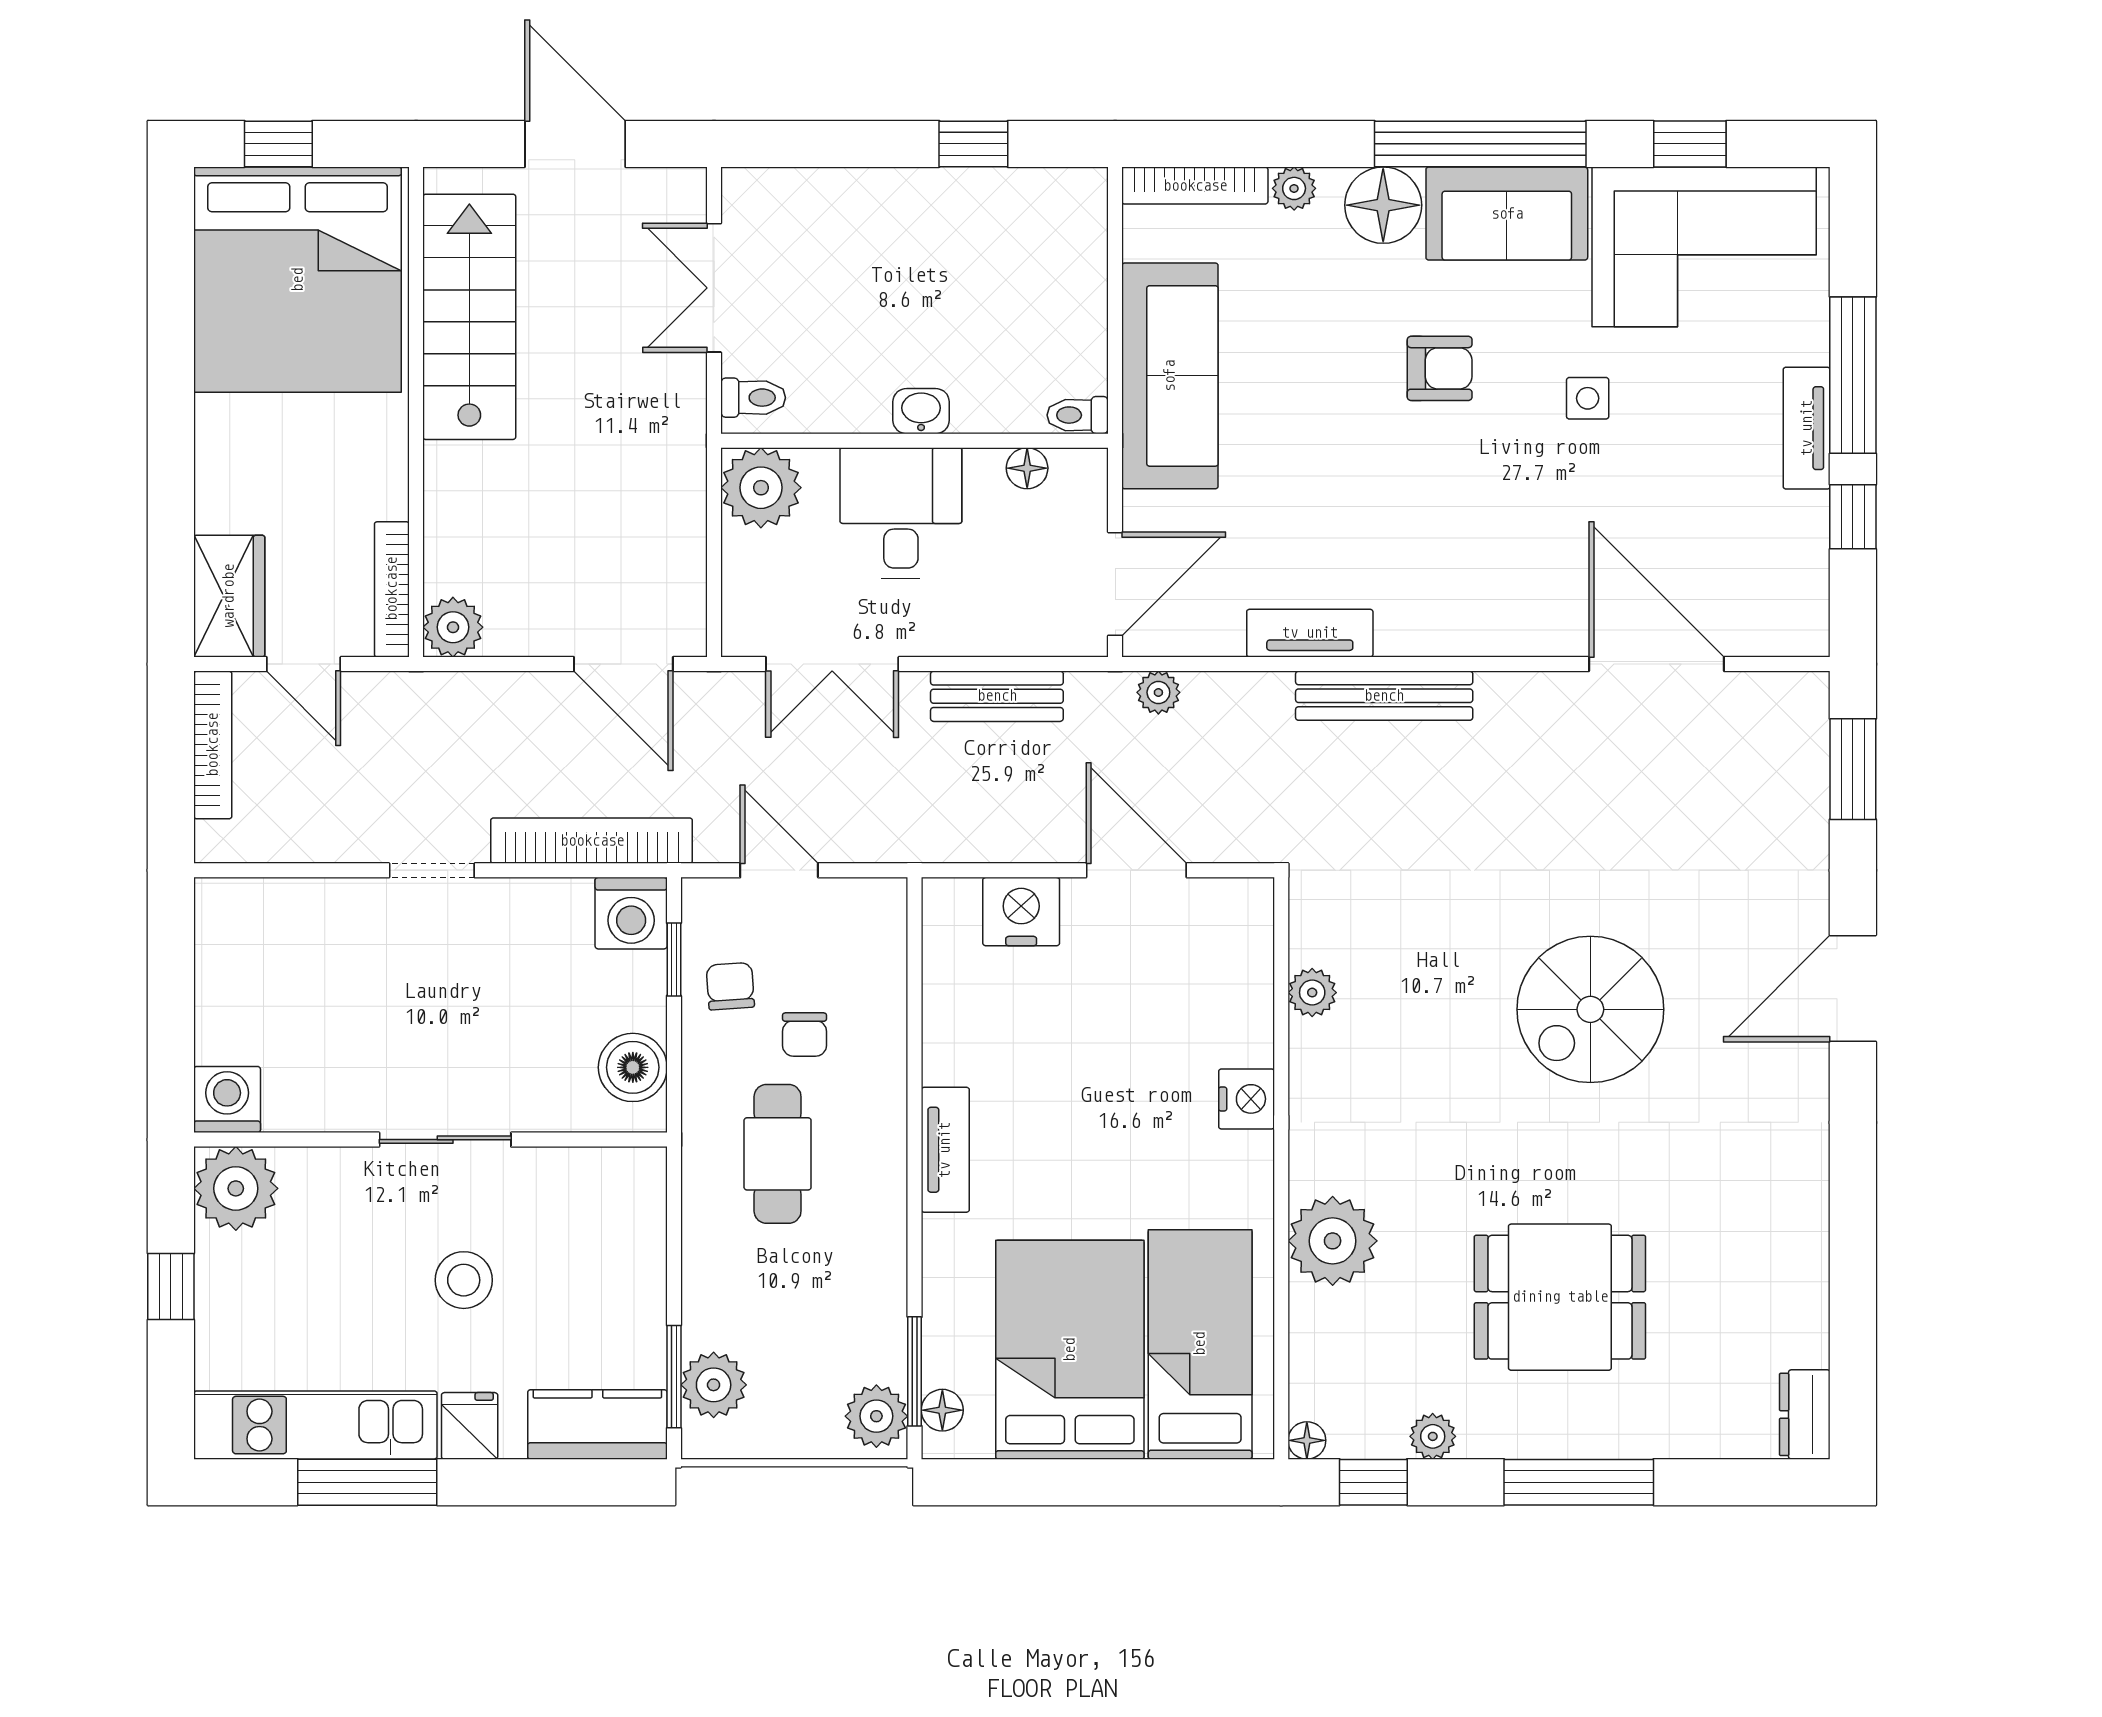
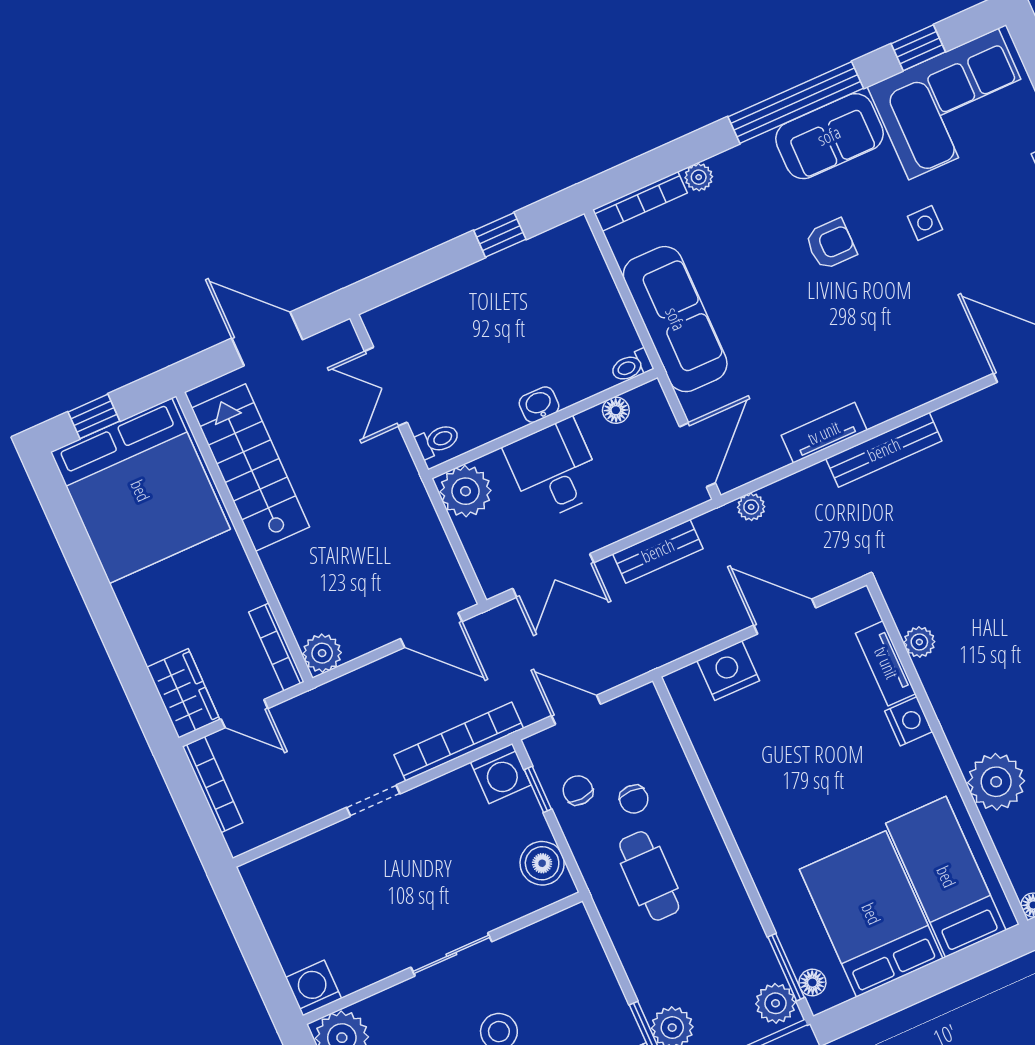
floor lamp: (1383, 205) -> (755, 164), removed
tv unit: (945, 1150) -> (886, 663), moved, turned 180

